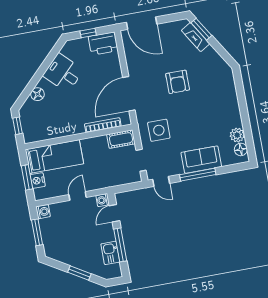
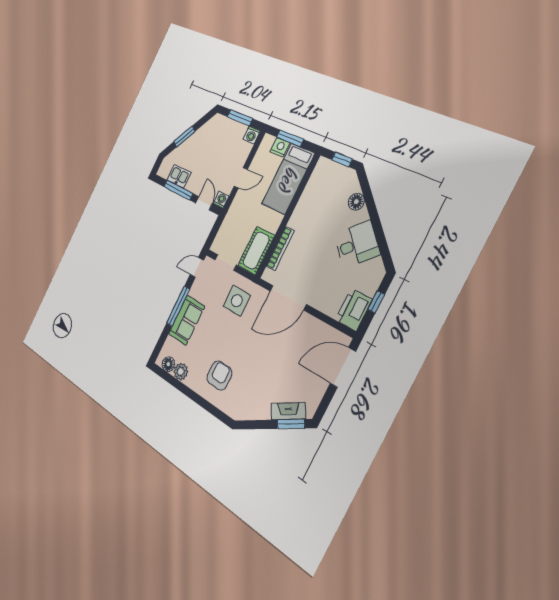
armchair: (178, 82) -> (219, 376), moved, turned 90
door: (129, 94) -> (288, 298), swing flipped
cot: (121, 139) -> (256, 251), width x1.37, depth x1.34
door: (78, 196) -> (241, 178), hinge flipped

